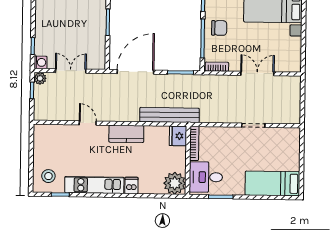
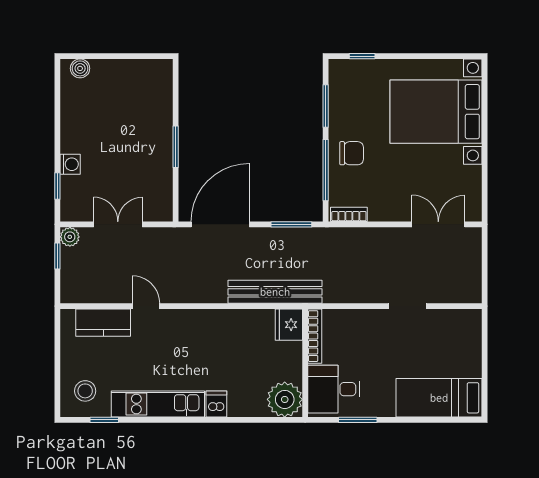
washing machine: (41, 62) -> (70, 164), moved
double door: (257, 74) -> (438, 224), moved
kitchen counter: (126, 134) -> (103, 323), moved

